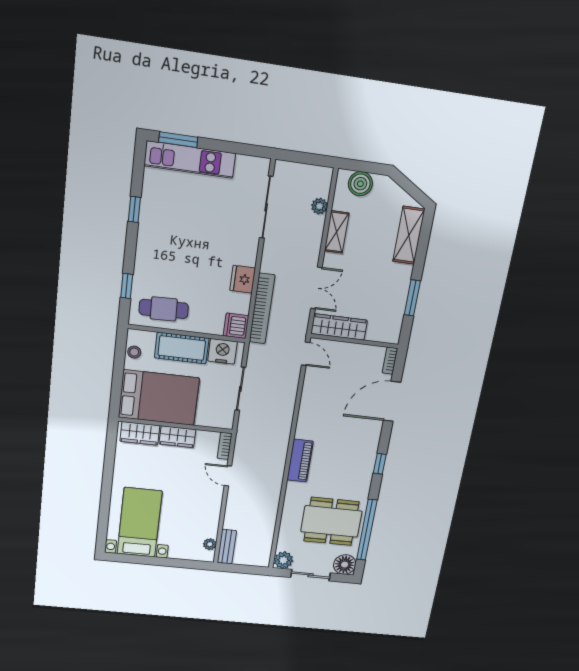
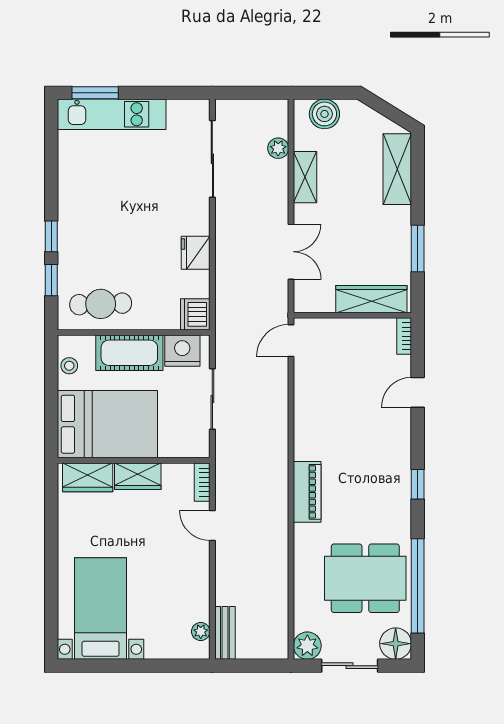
window: (134, 209) -> (51, 236), moved
bookcase: (262, 309) -> (225, 288), removed
wardrobe: (339, 327) -> (371, 299), moved
door: (306, 354) -> (291, 341), swing flipped
door: (392, 401) -> (418, 392), width x0.53

